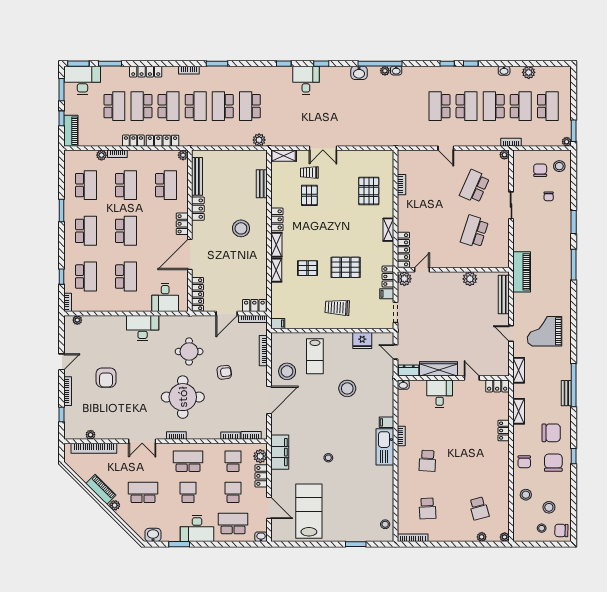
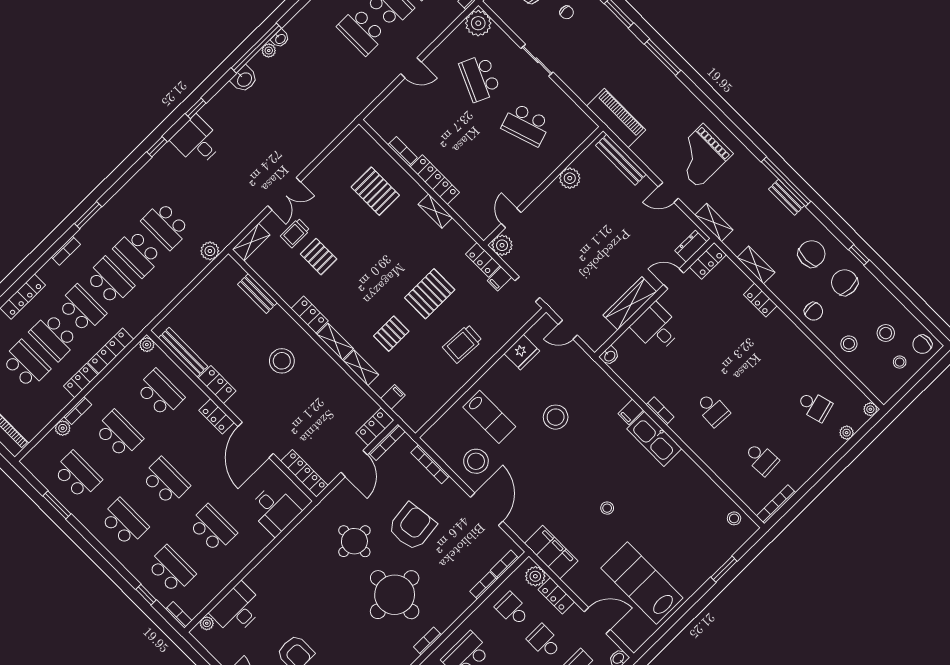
plant: (504, 155) -> (478, 23), width x1.87, depth x1.87
window: (62, 211) -> (57, 505), moved
school desk: (475, 231) -> (526, 125), turned -36
locker: (403, 250) -> (435, 180), moved
filing cabinet: (278, 324) -> (393, 397), moved
desk: (143, 328) -> (237, 609), moved
dresser: (409, 371) -> (691, 246), moved
armchair: (224, 372) -> (412, 527), width x1.88, depth x1.88

